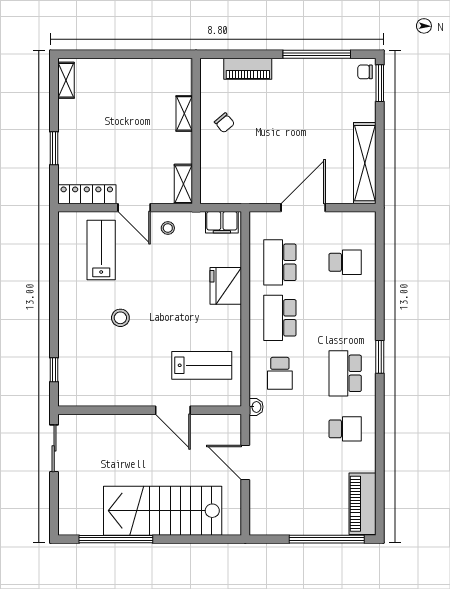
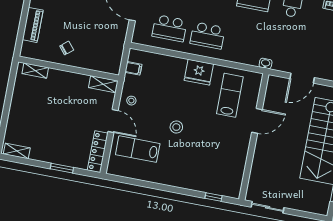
shelving: (184, 113) -> (35, 71), moved
door: (134, 208) -> (113, 121), hinge flipped
filing cabinet: (222, 222) -> (133, 68), width x0.50
fridge: (226, 286) -> (199, 72), moved
stool: (120, 318) -> (176, 127), moved
school desk: (280, 373) -> (246, 43), removed

